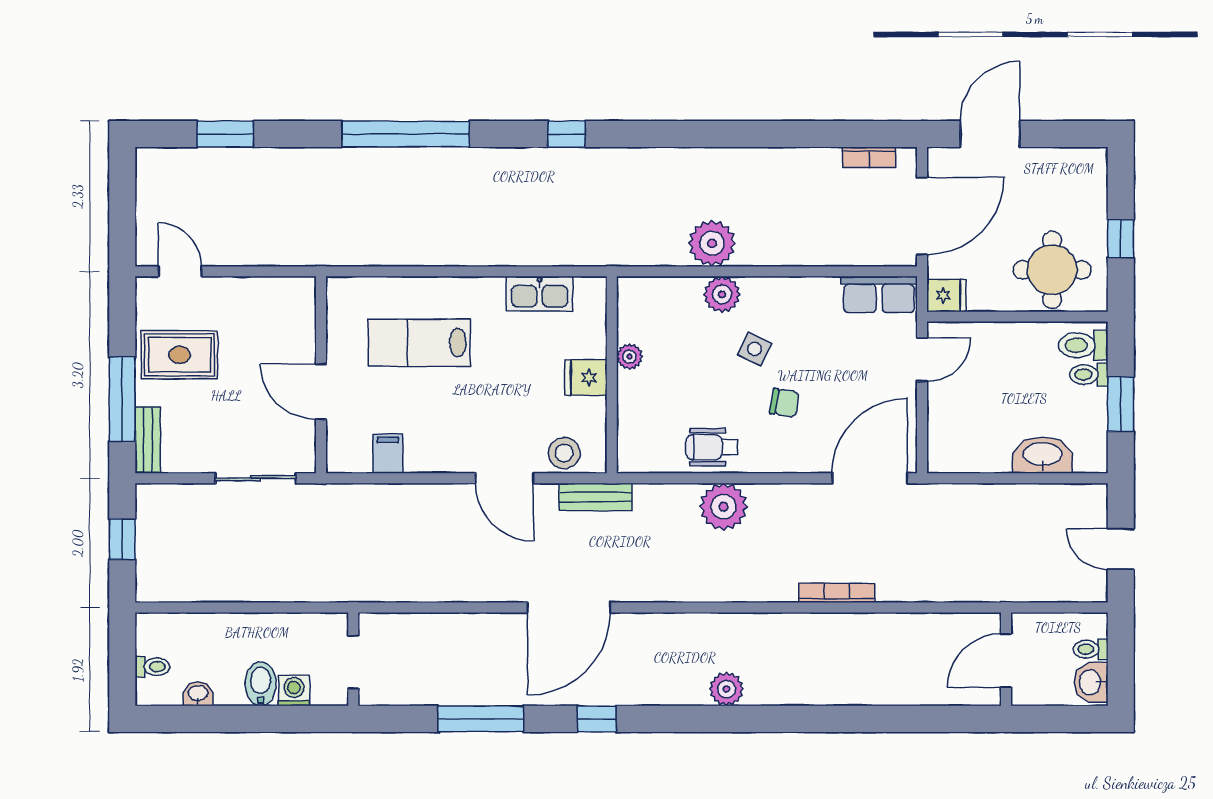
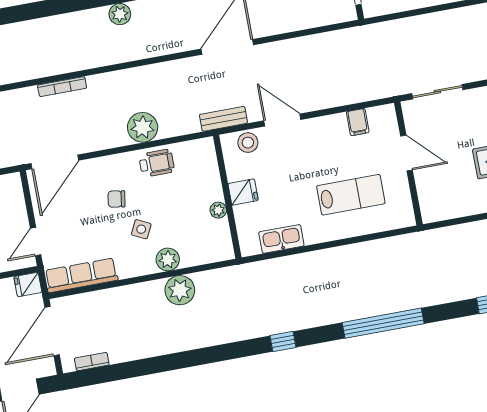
row of seats: (879, 294) -> (81, 275), width x1.48

